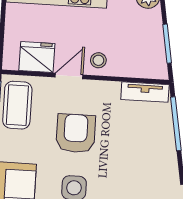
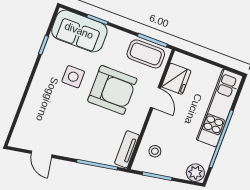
stool: (98, 60) -> (155, 151), moved
armchair: (76, 133) -> (112, 90), width x1.36, depth x1.36

